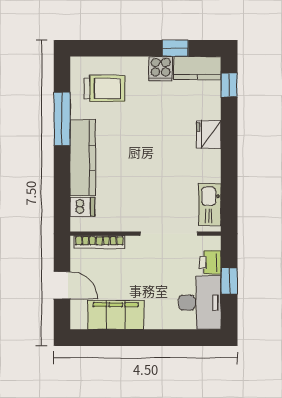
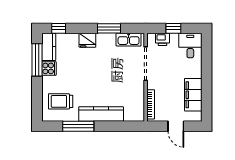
window: (175, 48) -> (37, 60), width x2.17
trolley: (104, 89) -> (61, 101), turned -90
window: (229, 171) -> (109, 28), added
dishwasher: (82, 207) -> (130, 114), removed
door: (62, 285) -> (176, 126), swing flipped
desk: (200, 303) -> (190, 45), width x0.73

